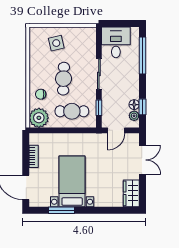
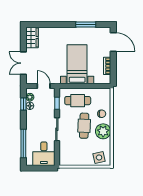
side table: (56, 43) -> (99, 157), moved
plant: (39, 118) -> (103, 131), moved
door: (116, 130) -> (44, 86), hinge flipped
bed with nightstands: (72, 181) -> (77, 64), moved, turned 180

